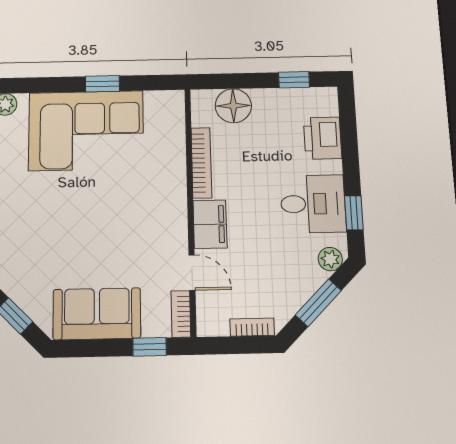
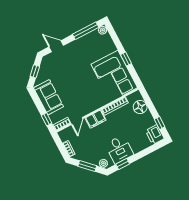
corner sofa: (86, 130) -> (114, 76), moved
printer: (323, 138) -> (155, 135), moved, turned -90

